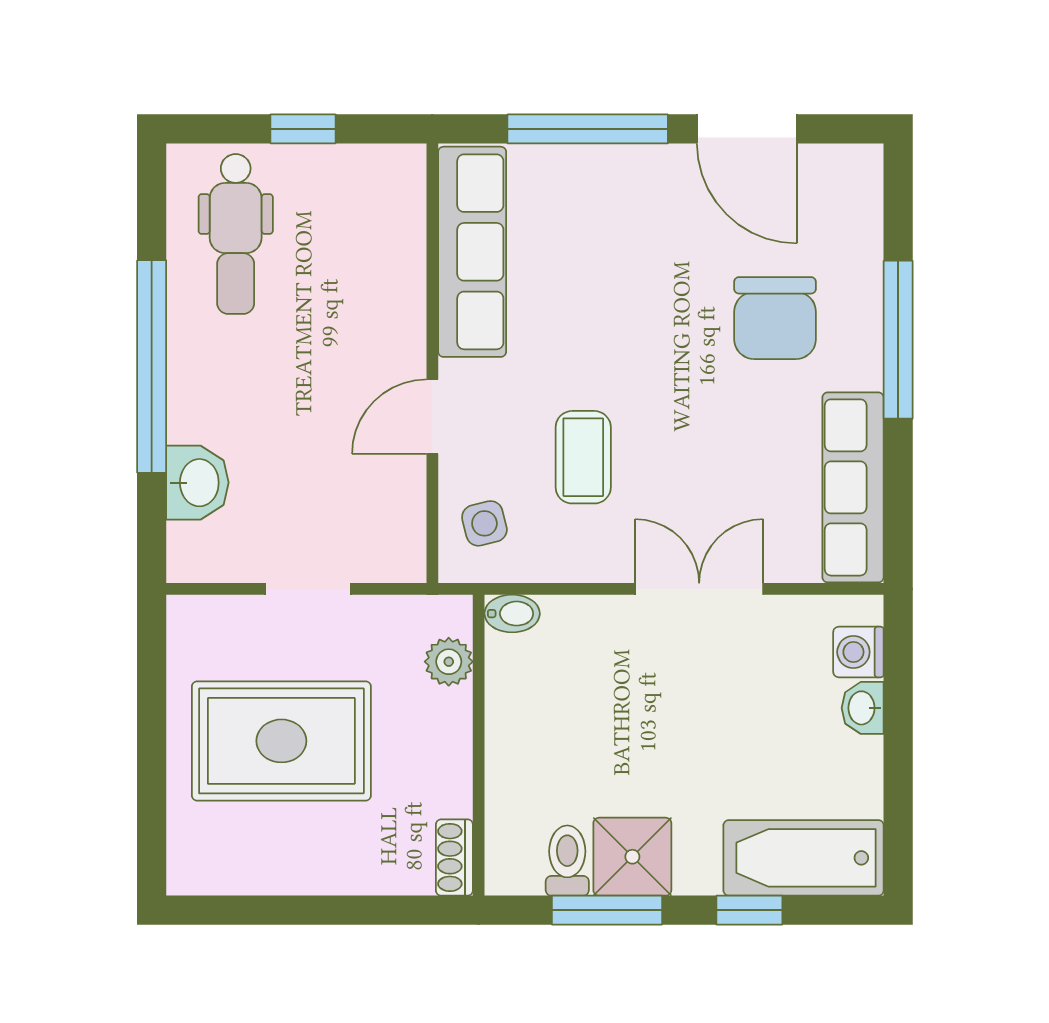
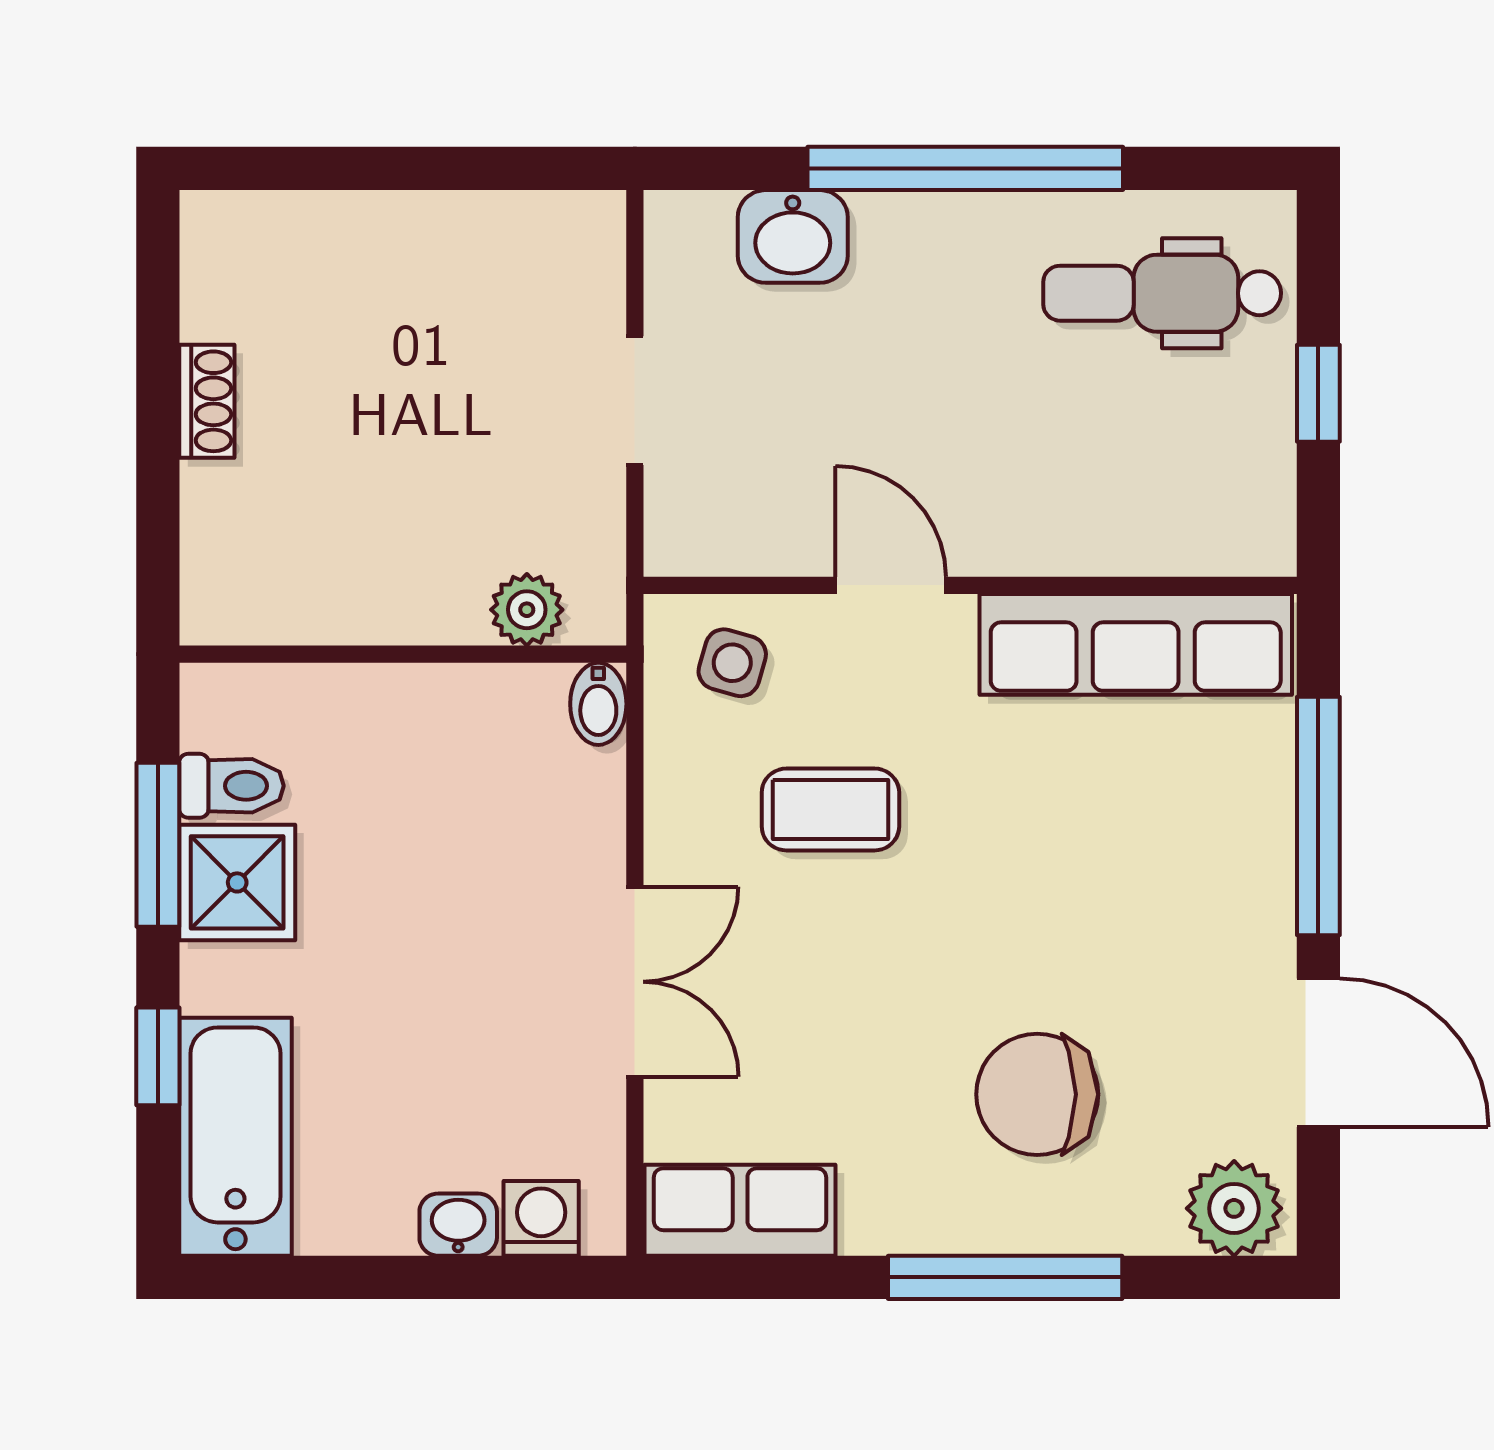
door: (747, 129) -> (1318, 1053), swing flipped
plant: (852, 186) -> (1234, 1208), added
row of seats: (853, 487) -> (740, 1210), width x0.68
side table: (484, 523) -> (732, 663), turned 30
rug: (281, 741) -> (409, 361), removed
shoe rack: (454, 857) -> (207, 401), moved, turned 90

